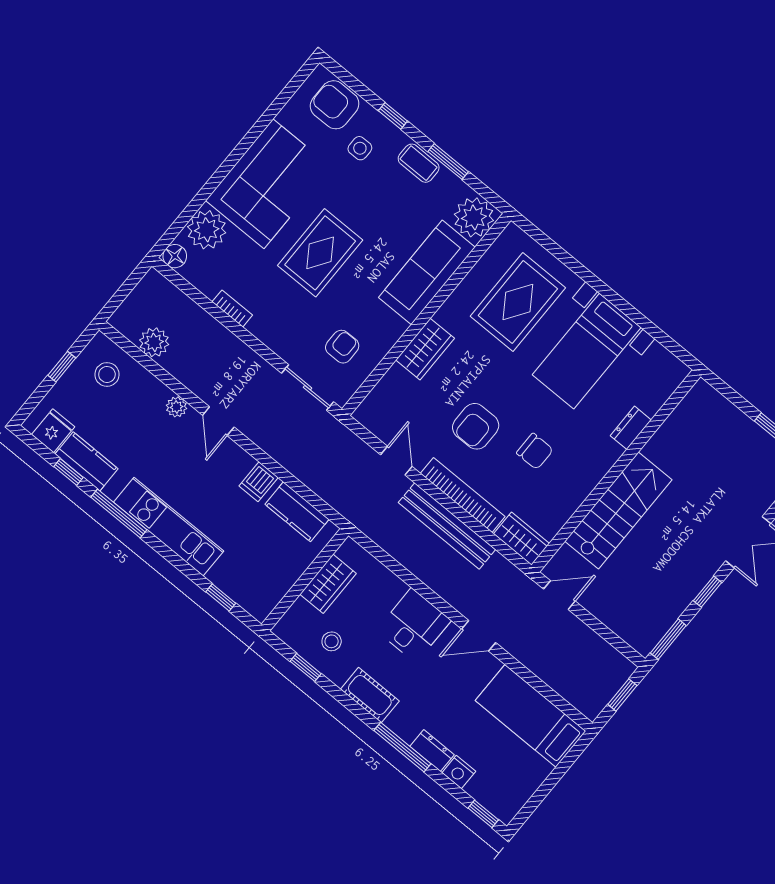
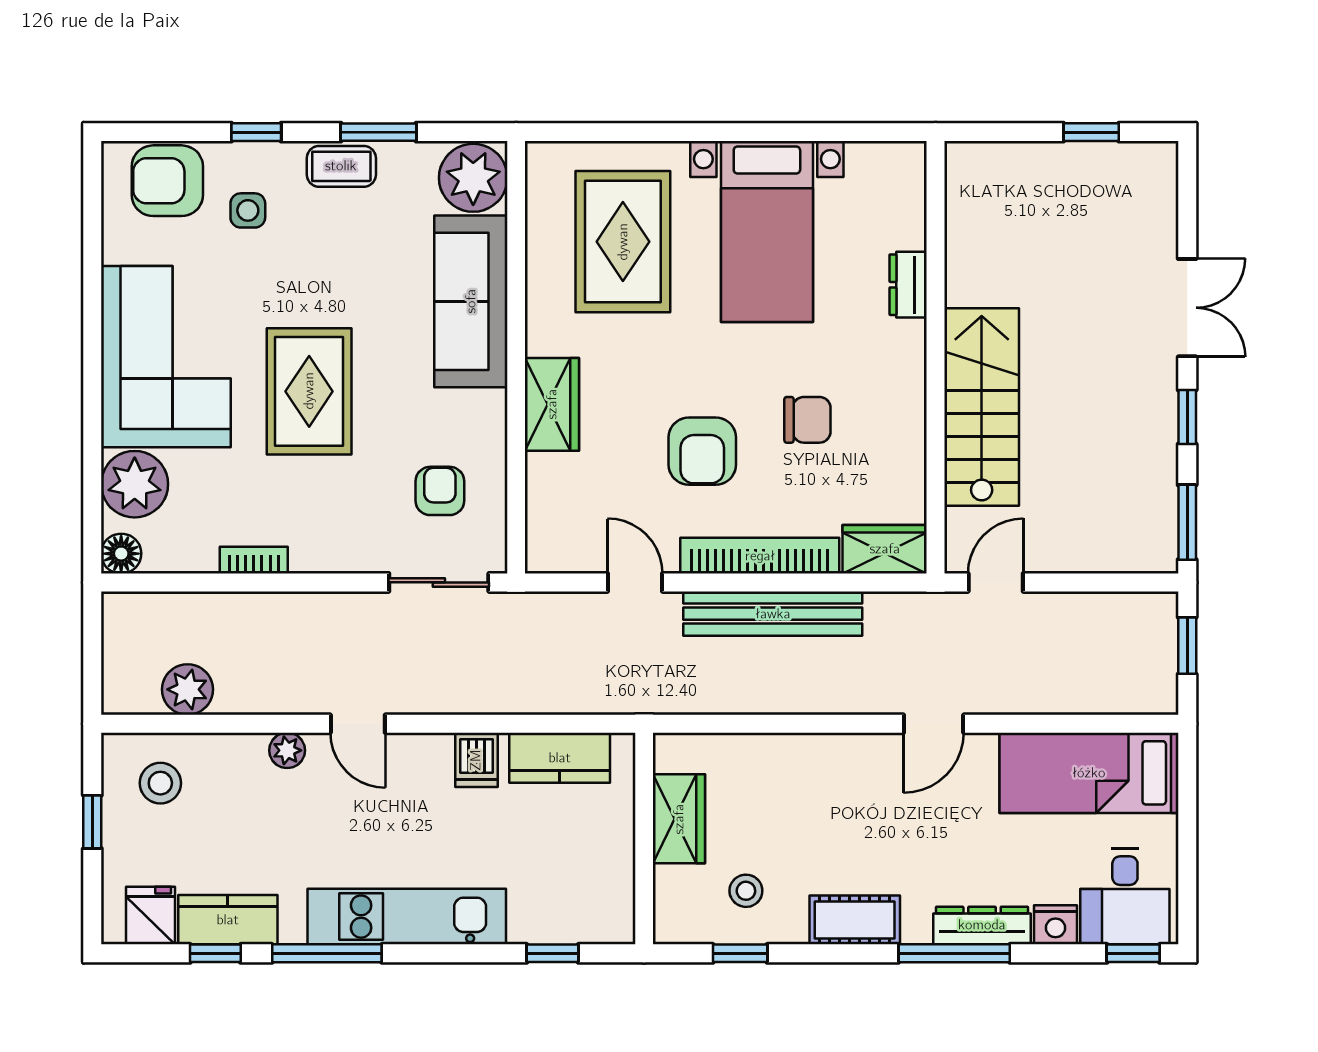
desk: (414, 625) -> (1125, 897), moved, turned 180
dresser: (432, 751) -> (982, 925), width x1.44

